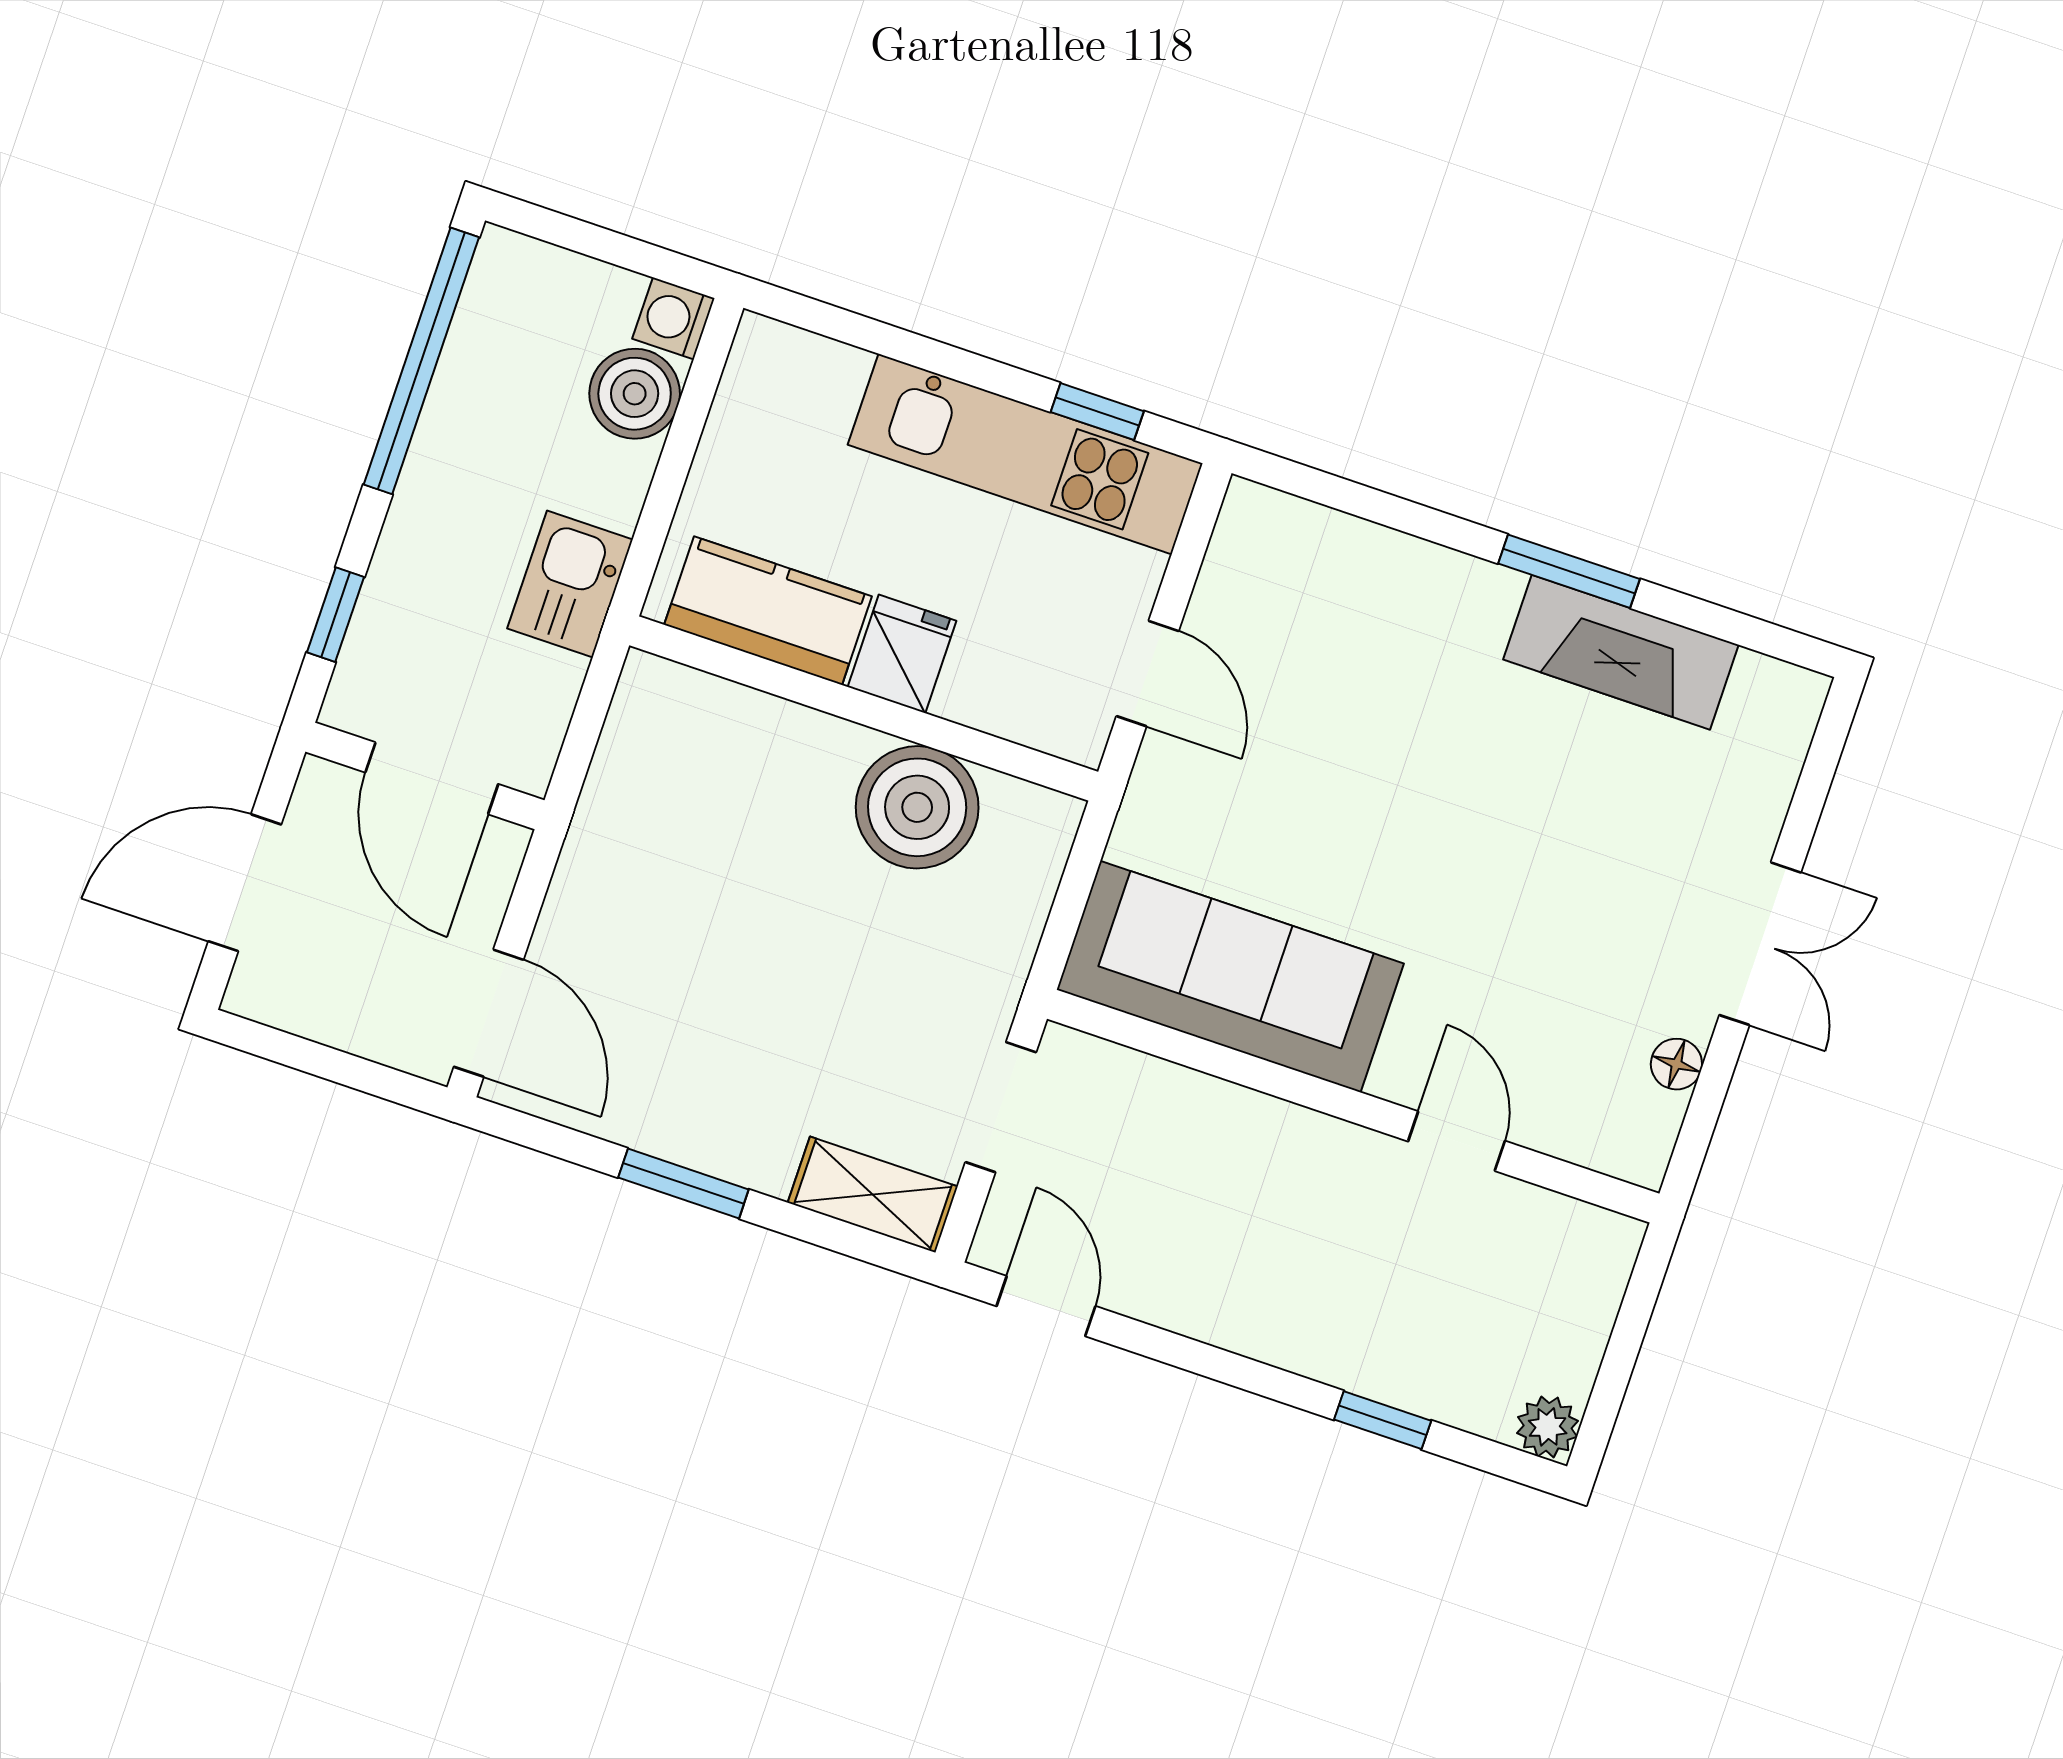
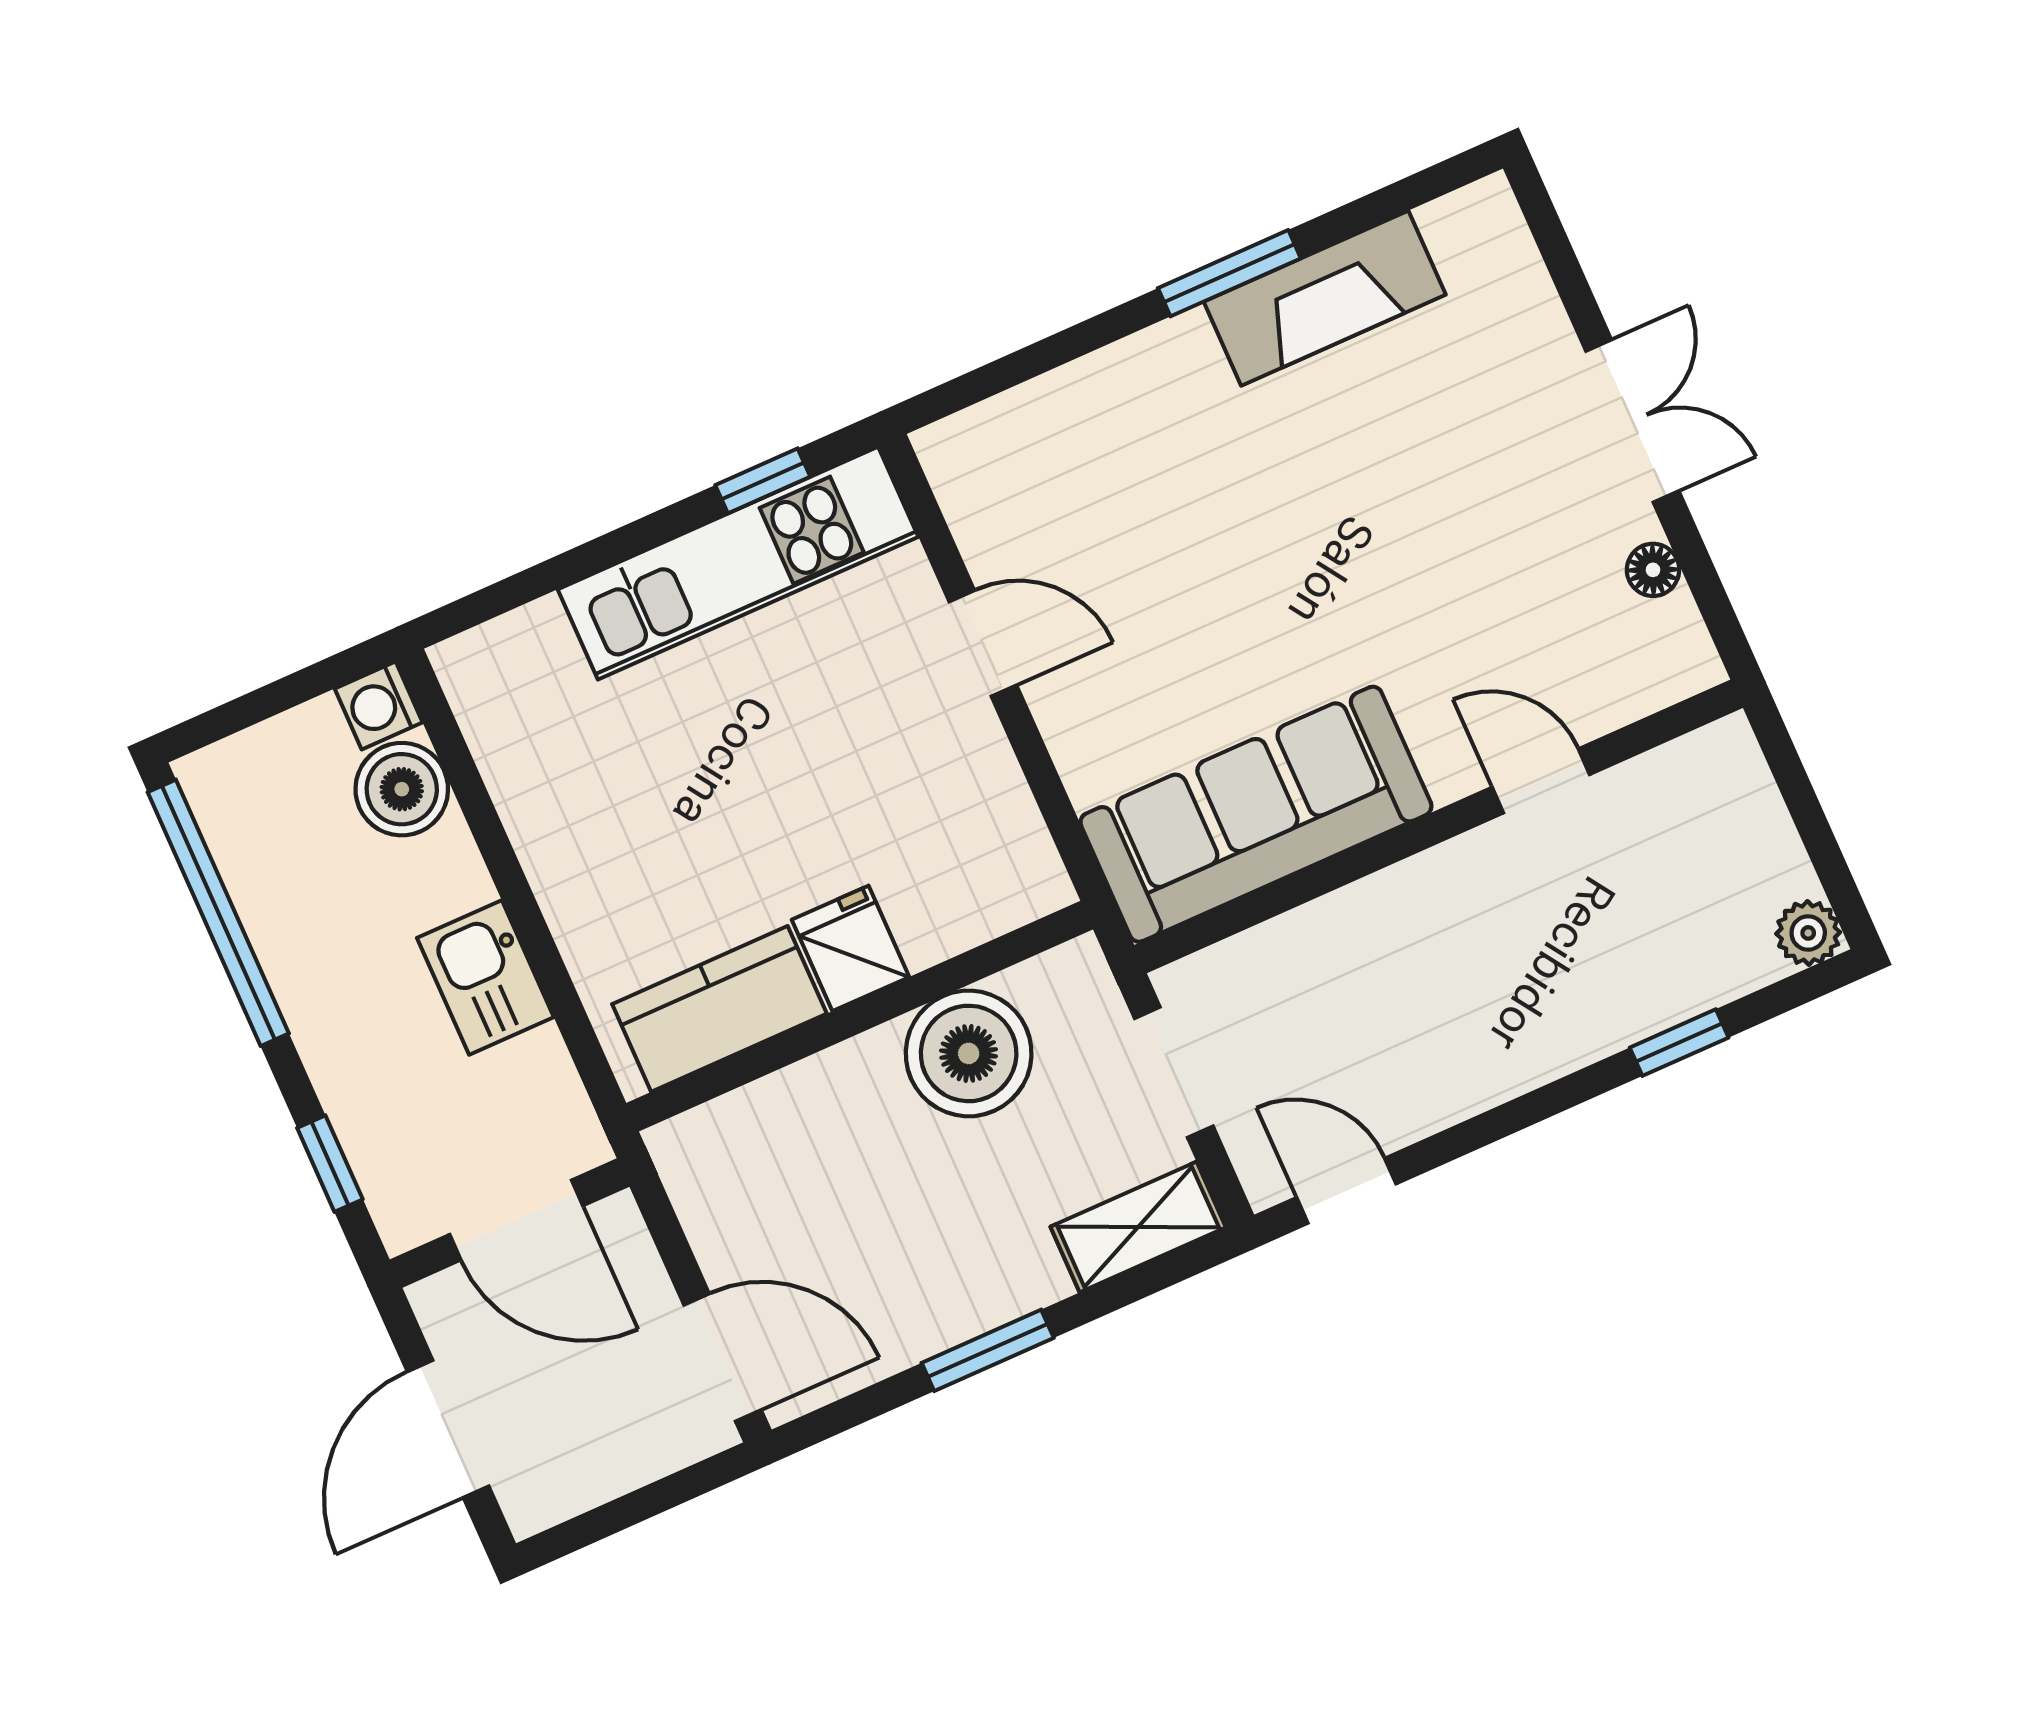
kitchen counter: (768, 611) -> (719, 1009), moved
fridge: (902, 654) -> (851, 948), moved
wall: (864, 708) -> (860, 1016), moved
boiler: (917, 807) -> (969, 1053), moved

